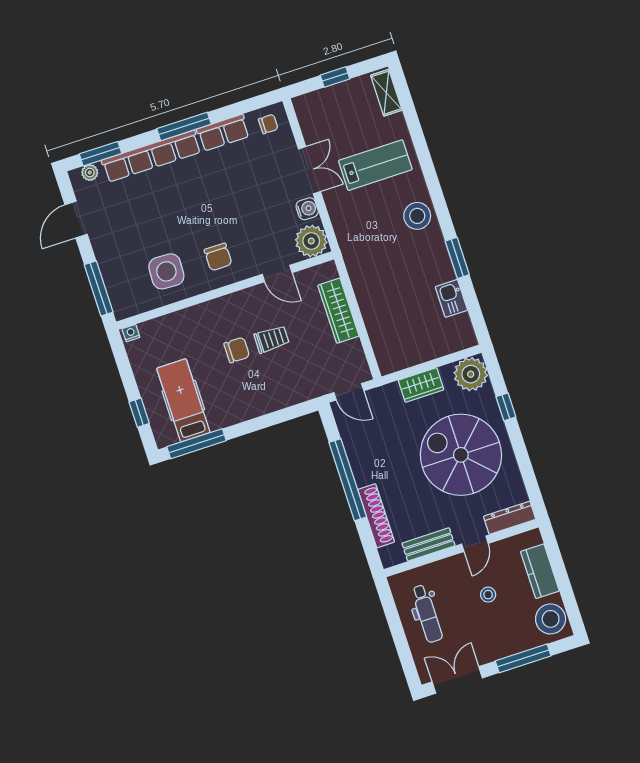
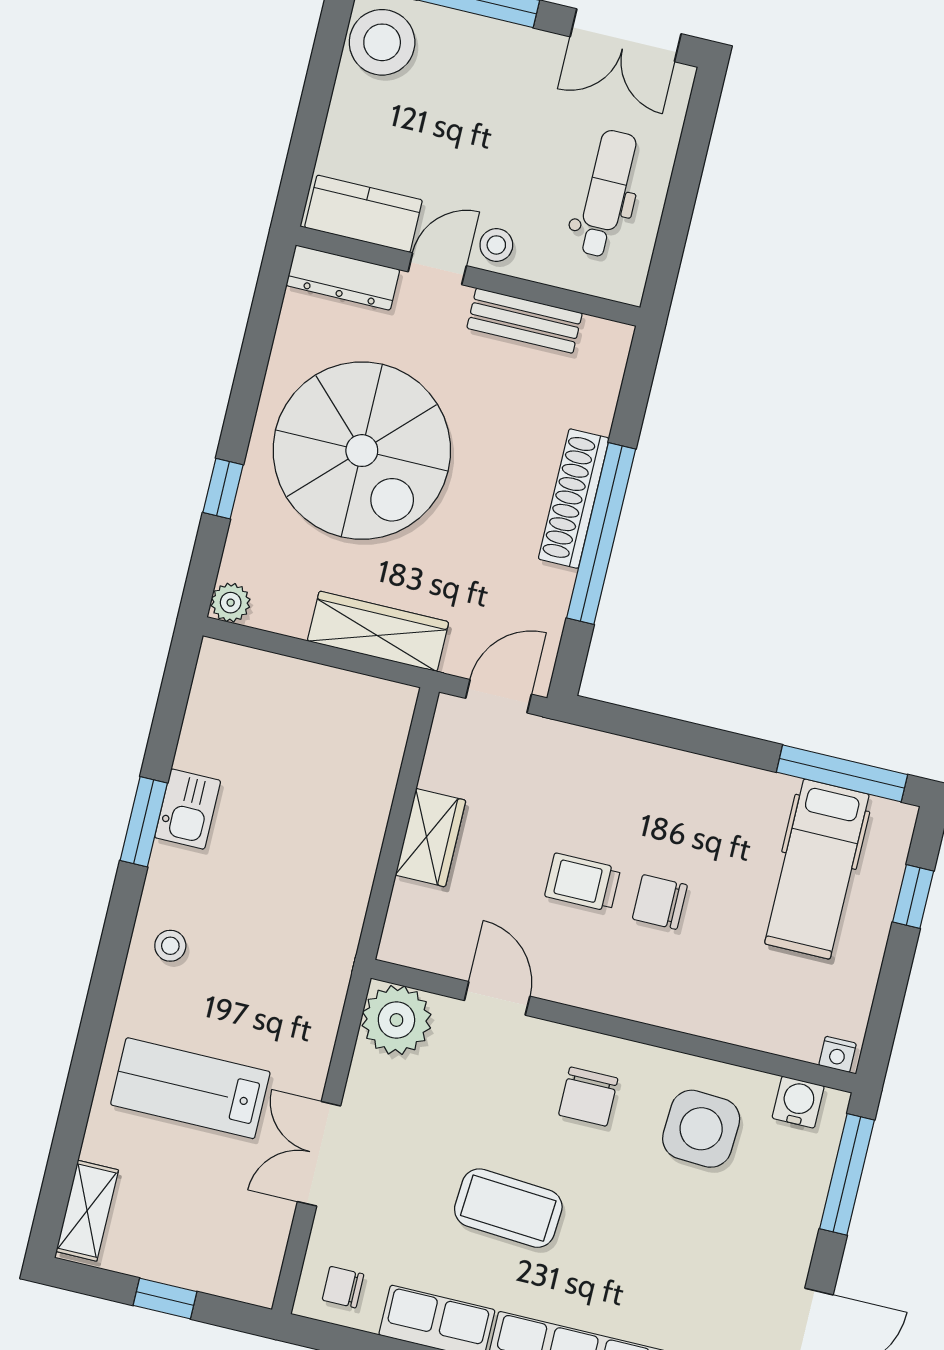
coffee table: (223, 194) -> (508, 1208), added
water cooler: (307, 209) -> (798, 1102), moved, turned 90
stool: (417, 216) -> (170, 946), width x0.53, depth x0.53
chair: (218, 257) -> (588, 1097), turned 180
kitchen sink: (451, 298) -> (188, 809), moved
wardrobe: (338, 311) -> (431, 838), width x0.67
plant: (471, 374) -> (231, 603), width x0.53, depth x0.53
wardrobe: (421, 385) -> (378, 631), width x1.50
door: (349, 392) -> (498, 696), hinge flipped
shoe rack: (376, 516) -> (574, 499), moved
kitchen counter: (540, 571) -> (363, 214), moved, turned -90
stool: (488, 595) -> (496, 245), moved

